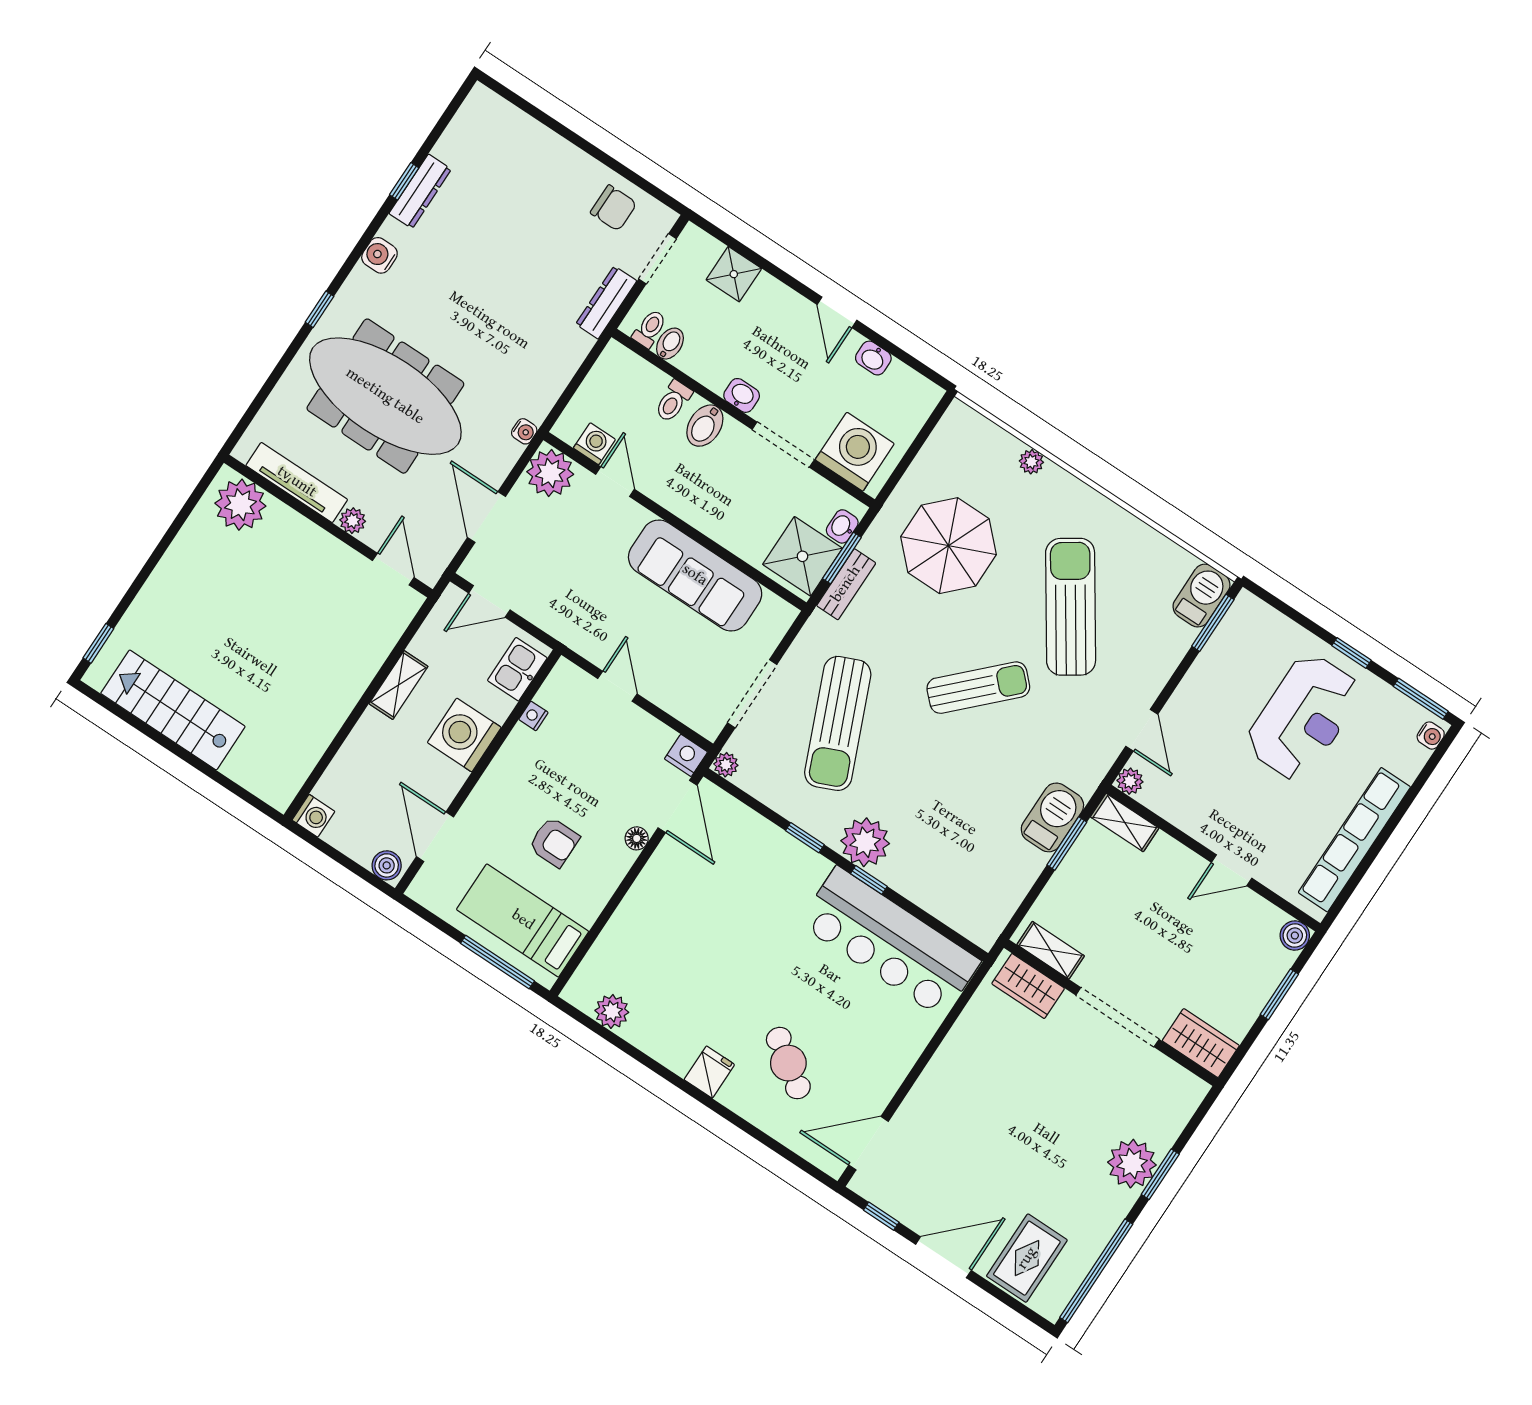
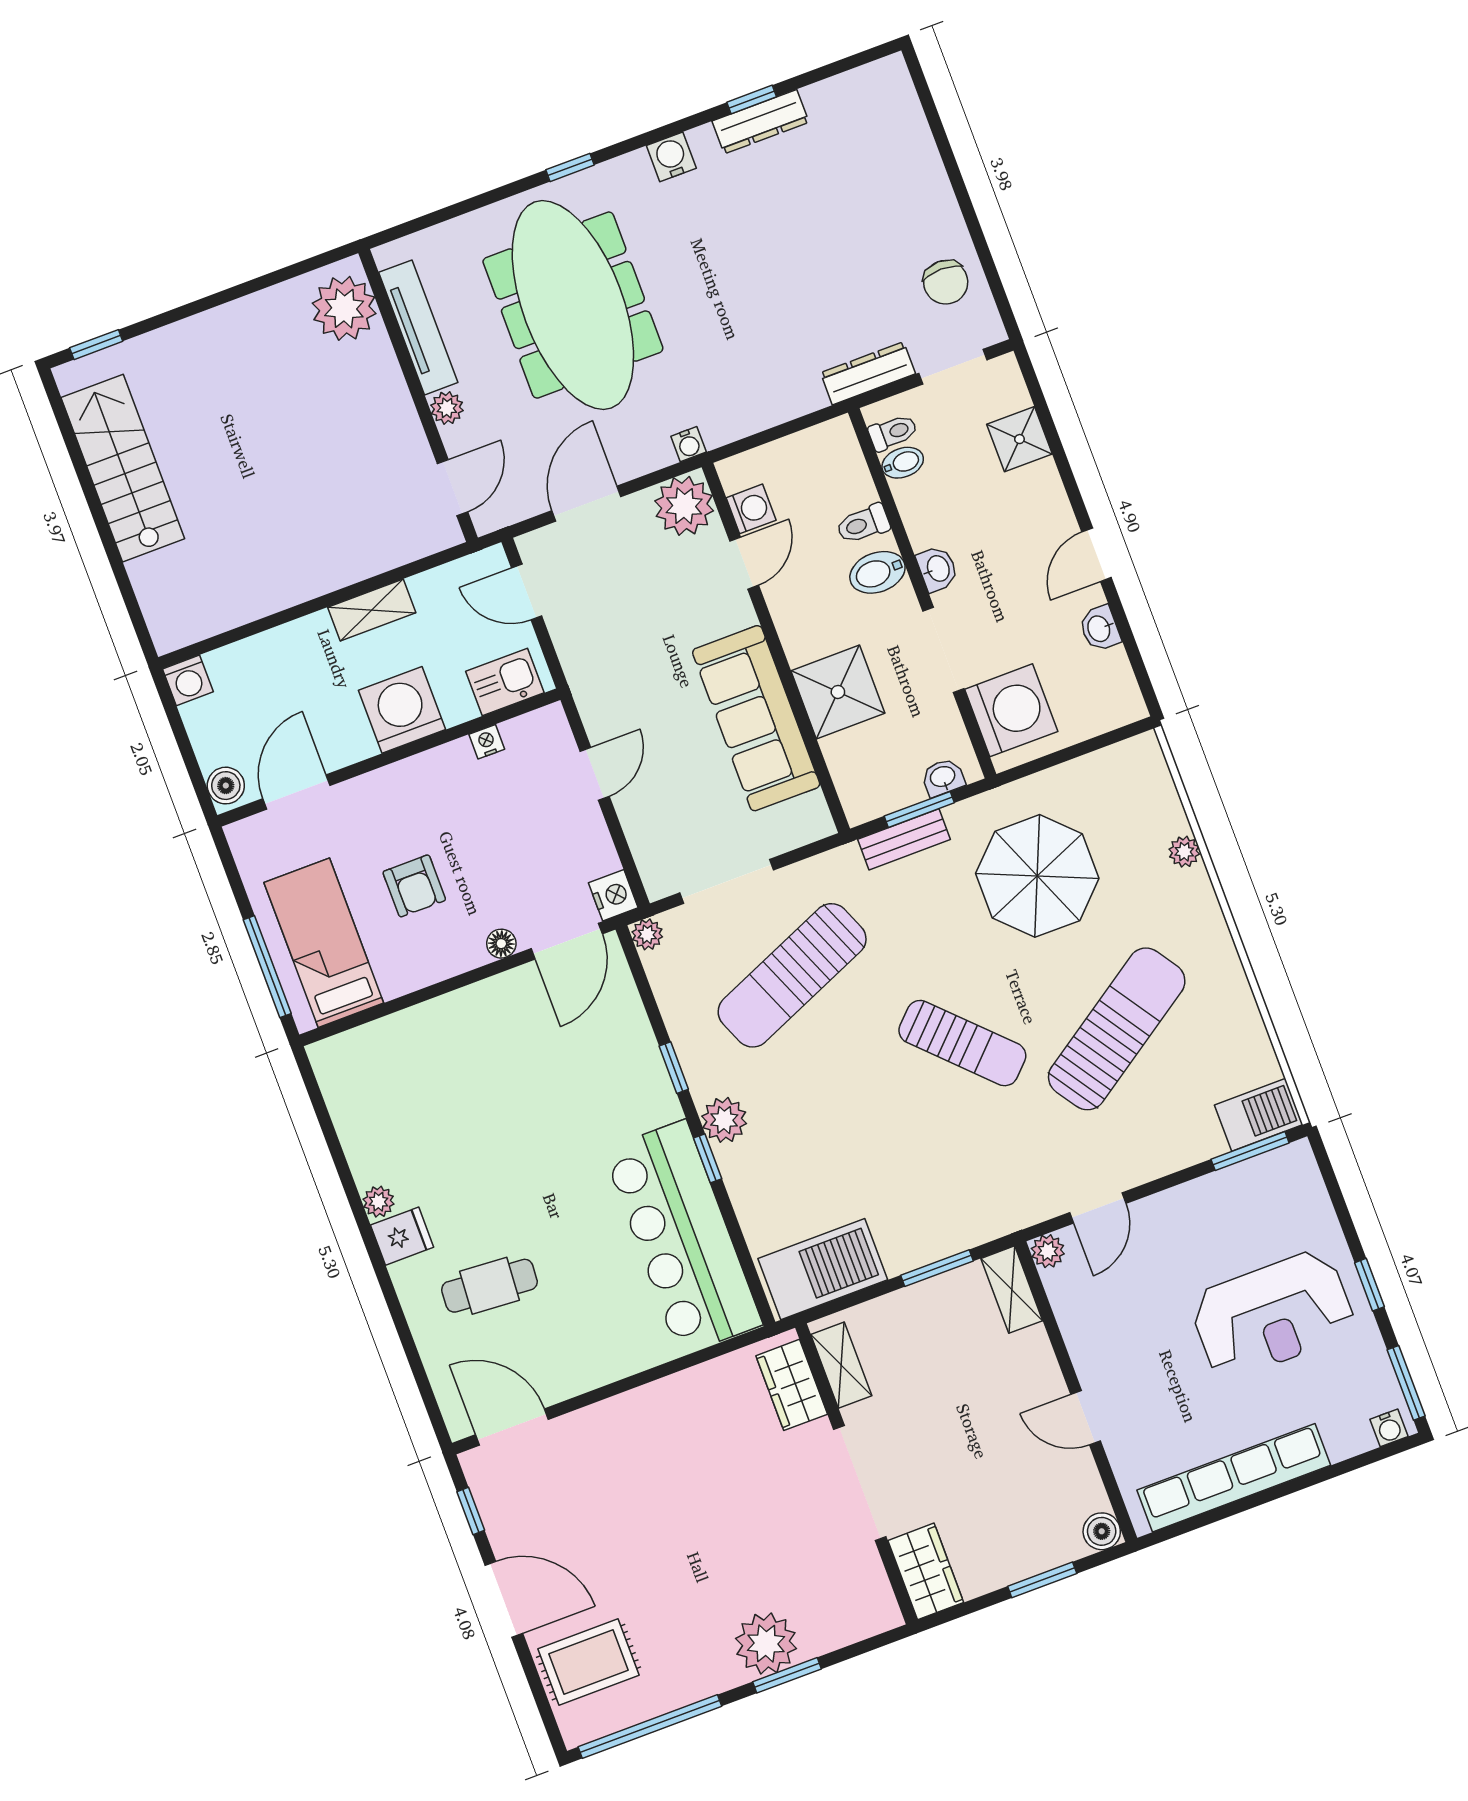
shower: (802, 556) -> (838, 692), moved
barbecue: (1052, 817) -> (823, 1269), moved, width x1.37, depth x1.21
plant: (865, 842) -> (724, 1120), width x0.73, depth x0.73
plant: (612, 1011) -> (379, 1202), moved, width x0.73, depth x0.73
cafe table: (788, 1063) -> (489, 1286), turned 59

